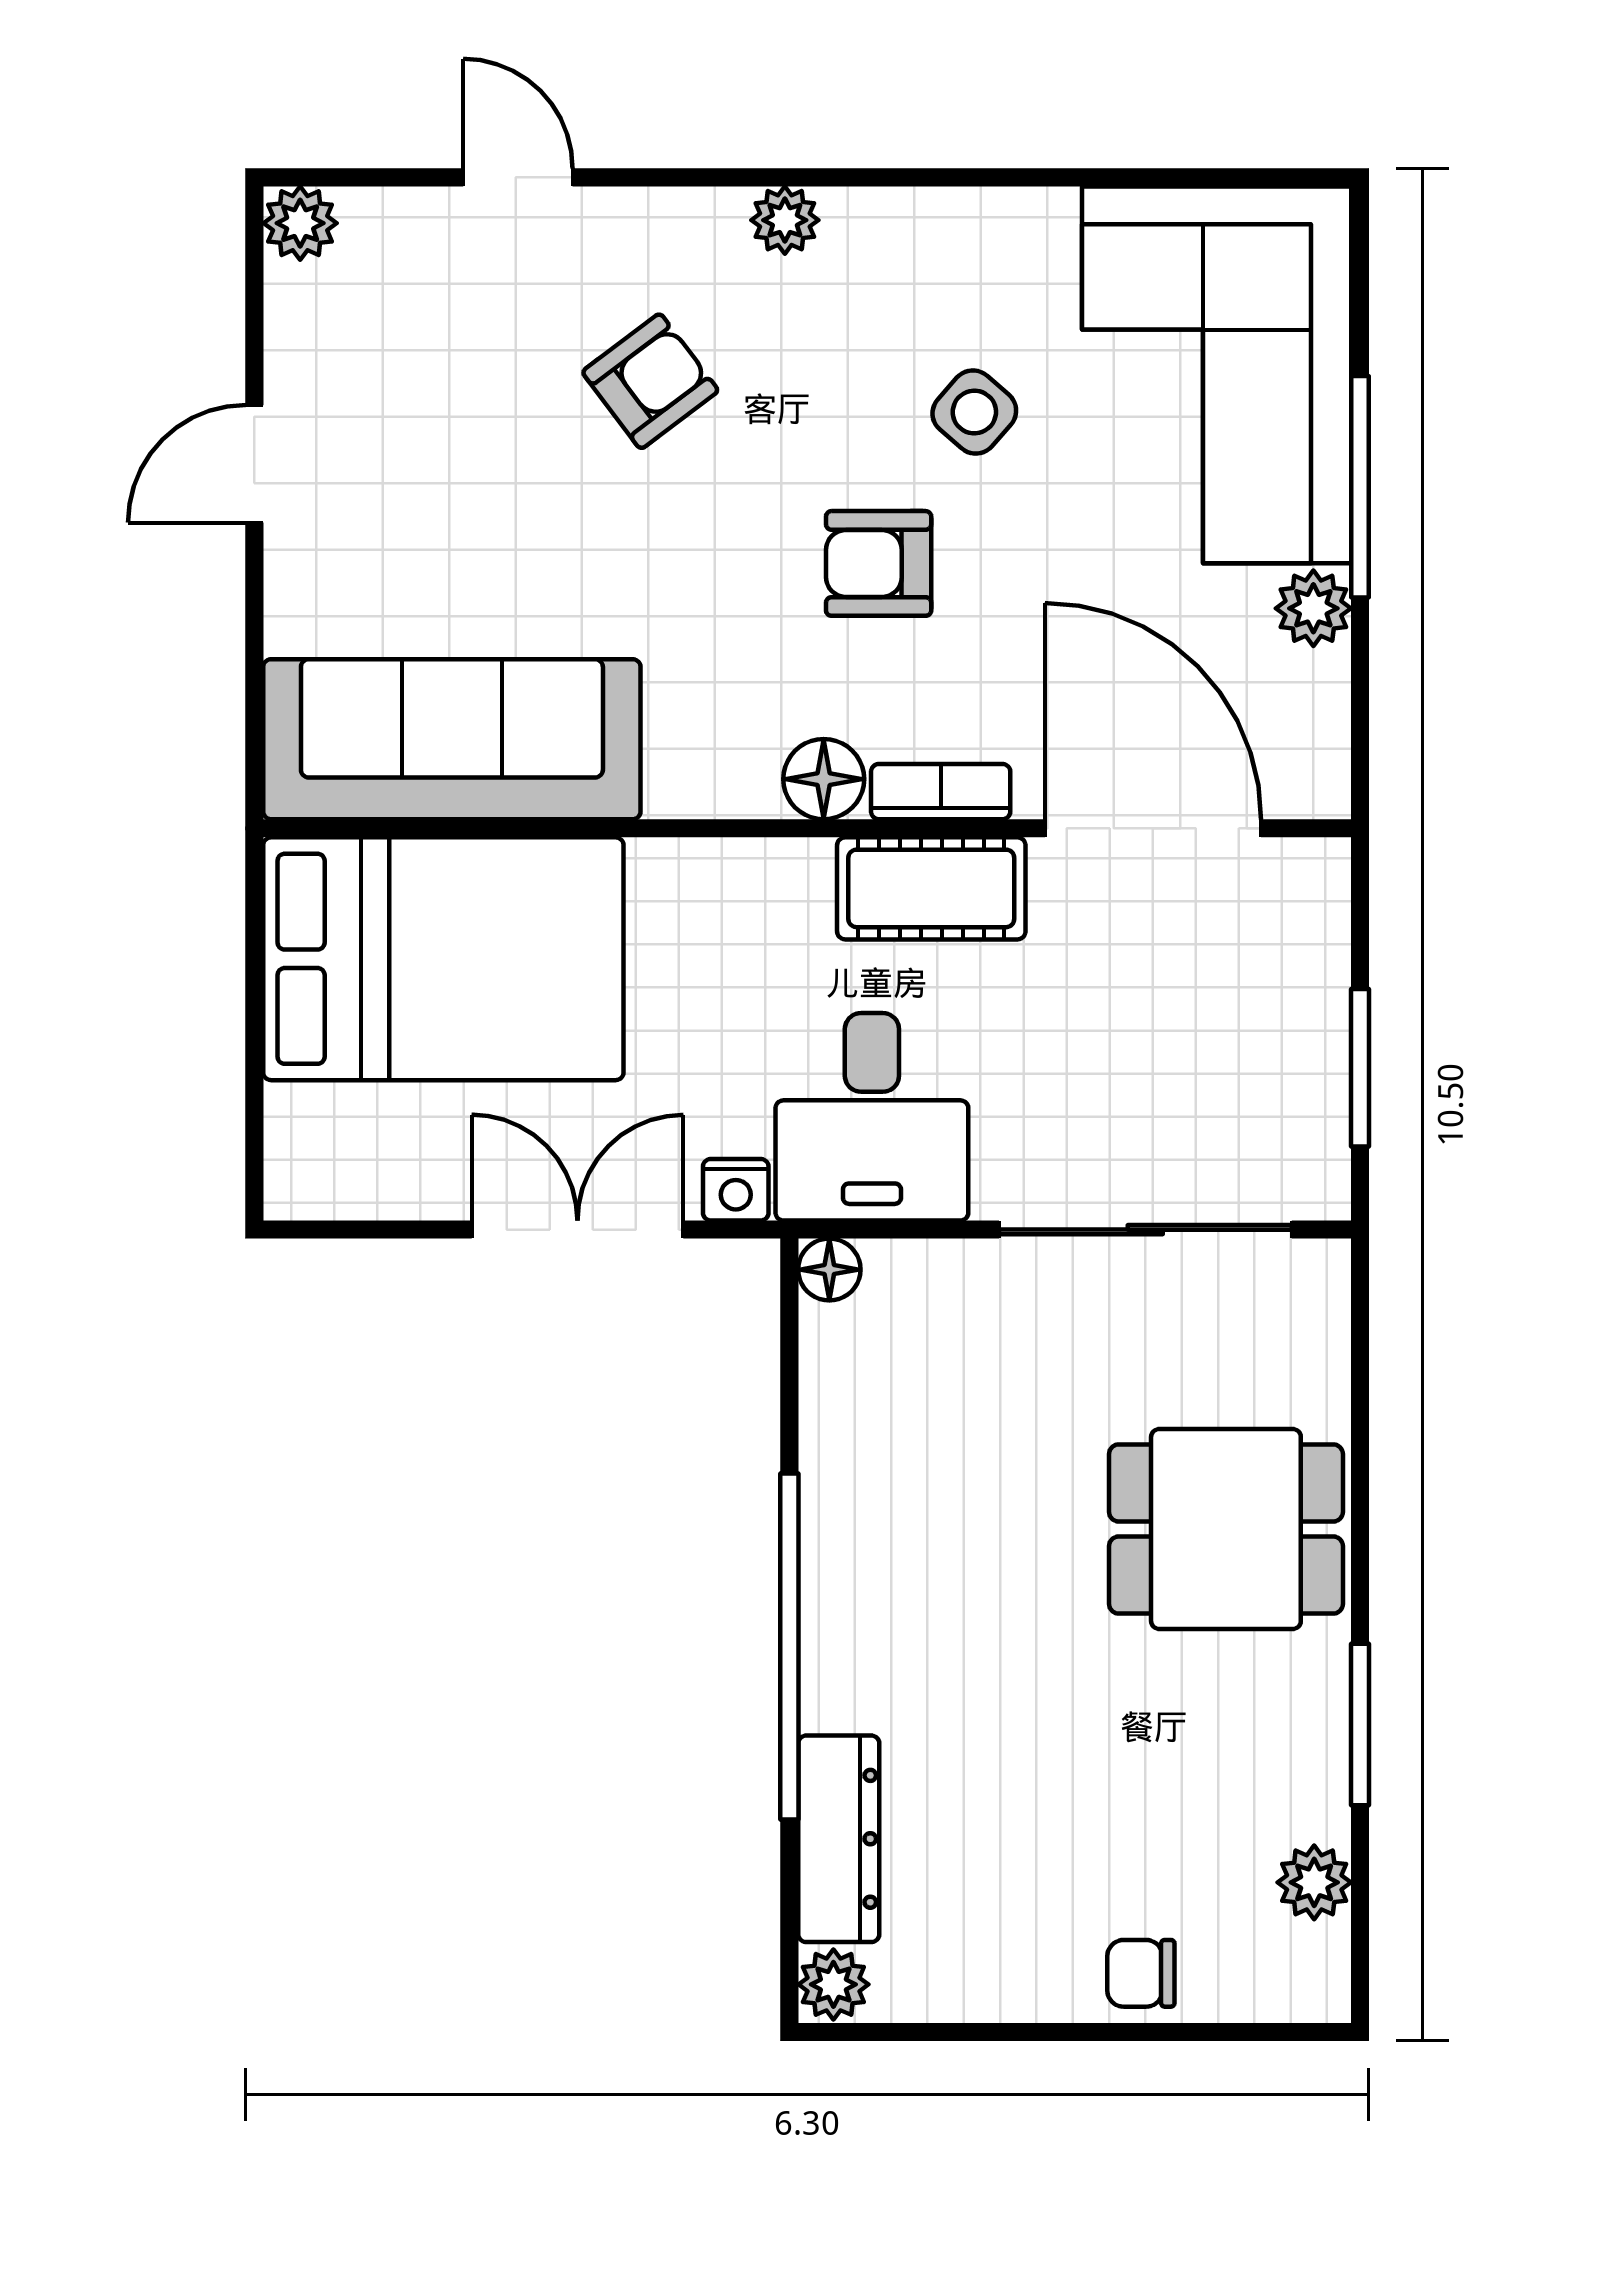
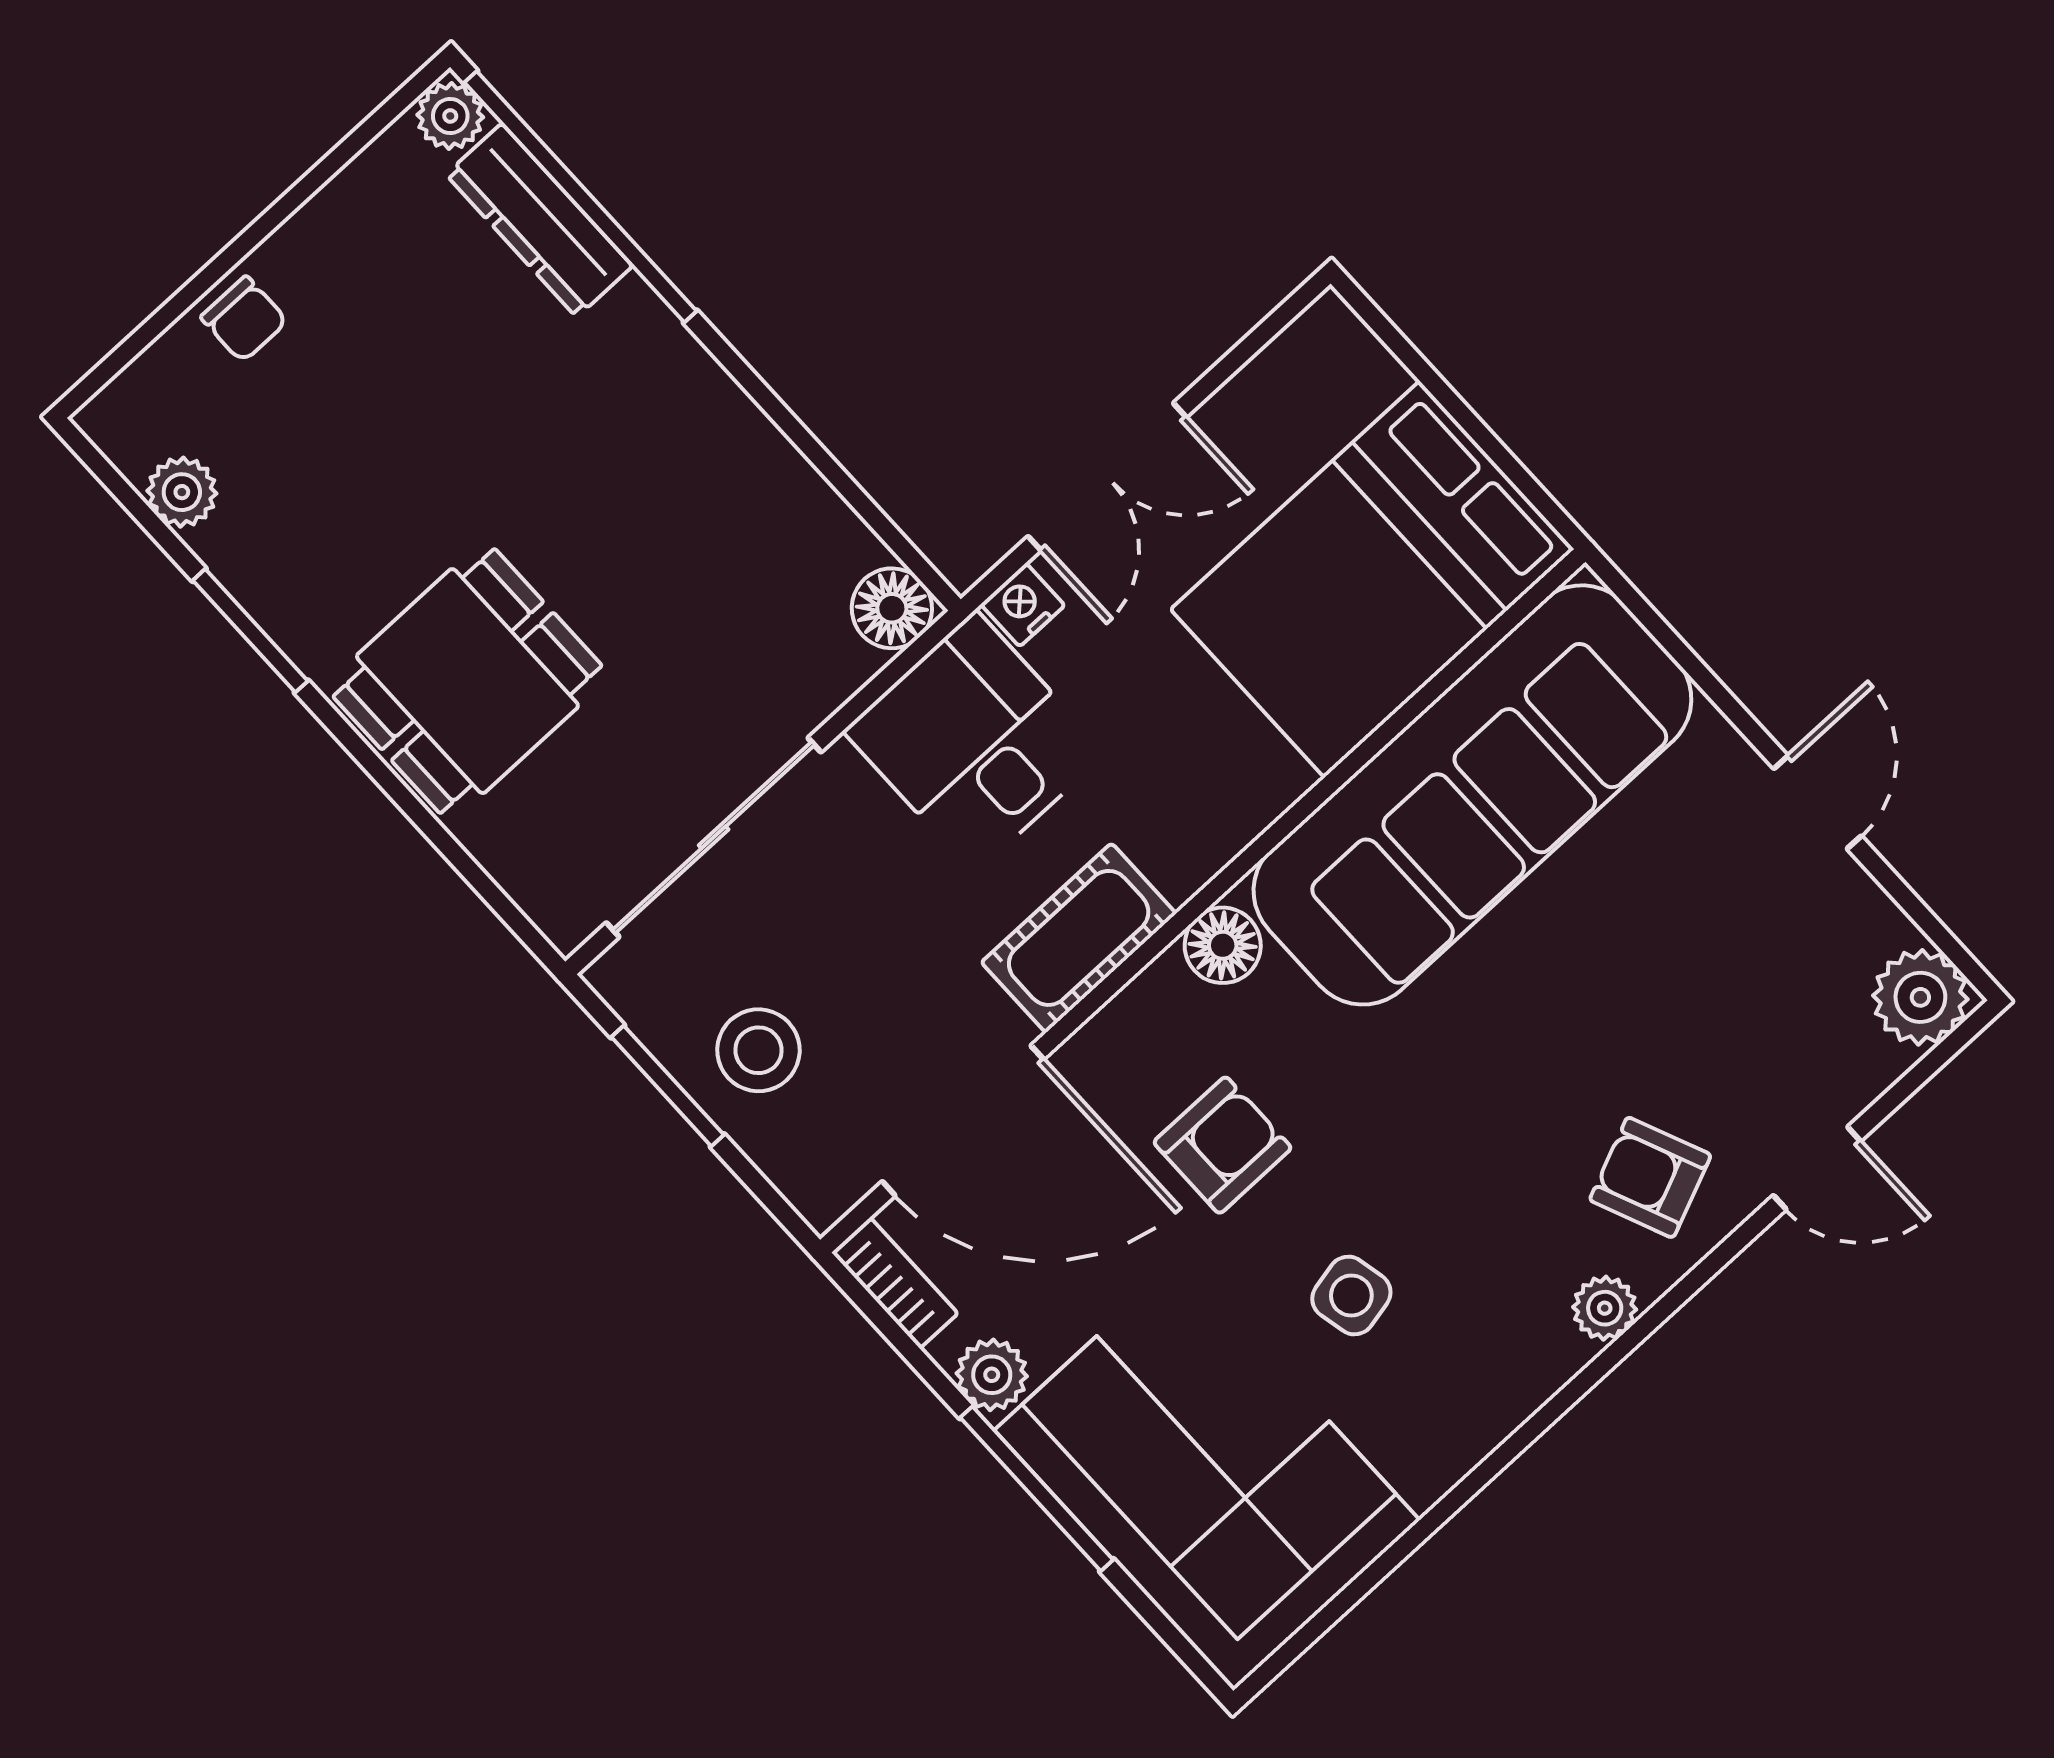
plant: (300, 223) -> (1920, 997), width x1.38, depth x1.38
armchair: (650, 381) -> (1650, 1177), moved, turned 104
side table: (974, 412) -> (1351, 1295), turned 37
armchair: (879, 563) -> (1223, 1145), moved
sofa: (452, 739) -> (1472, 795), width x1.36, depth x1.27
bookcase: (941, 792) -> (895, 1283), moved, turned -90
stool: (1263, 1030) -> (758, 1050), added
floor lamp: (829, 1270) -> (892, 608), width x1.37, depth x1.37
window: (789, 1647) -> (580, 197), moved
chair: (1141, 1973) -> (244, 319), turned 90

